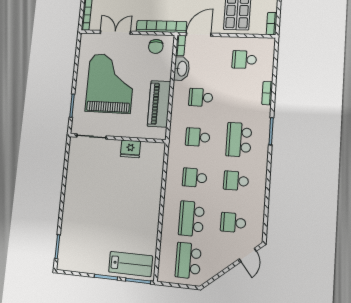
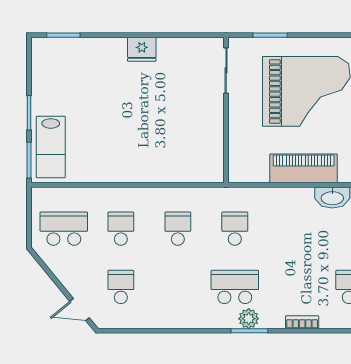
school desk: (201, 97) -> (292, 229), removed
piano: (159, 104) -> (304, 168), moved
plant: (262, 131) -> (249, 319), added
fridge: (130, 149) -> (142, 49), moved, turned -90
school desk: (236, 181) -> (178, 287), removed
school desk: (191, 219) -> (121, 229), width x0.54

